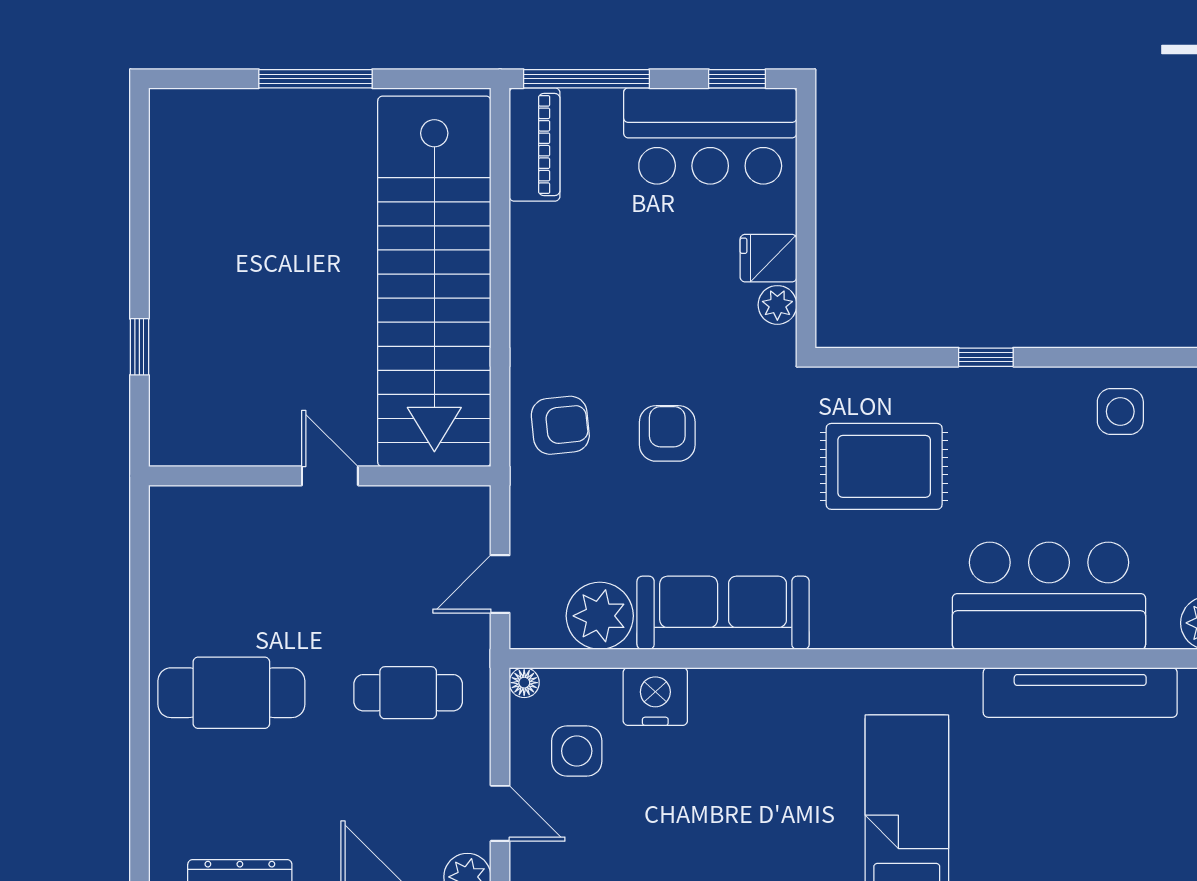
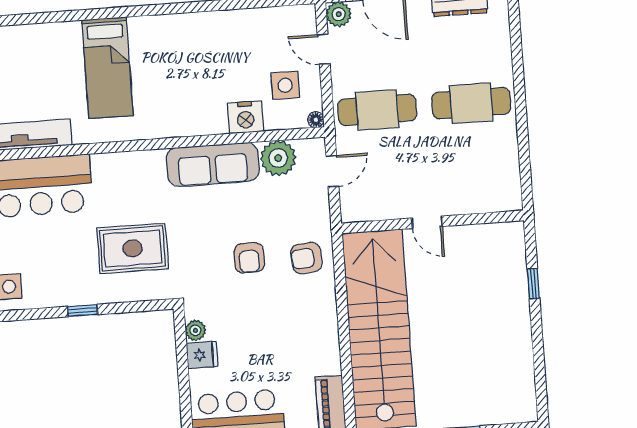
cafe table: (408, 693) -> (377, 110), width x1.37, depth x1.35

